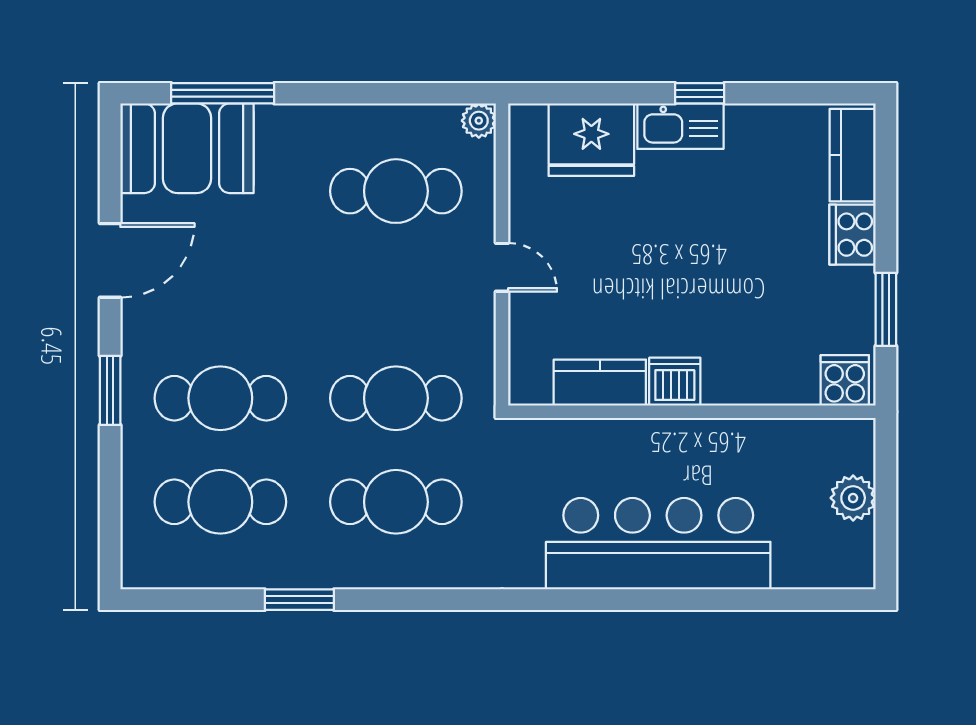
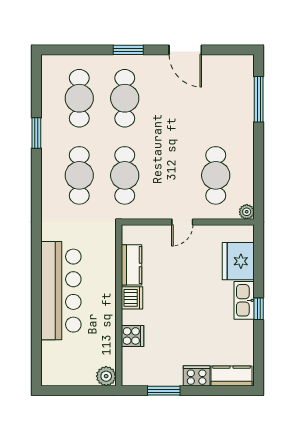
booth: (187, 148) -> (235, 84), removed
cooker: (845, 380) -> (133, 336), moved
plant: (853, 498) -> (106, 376), moved

